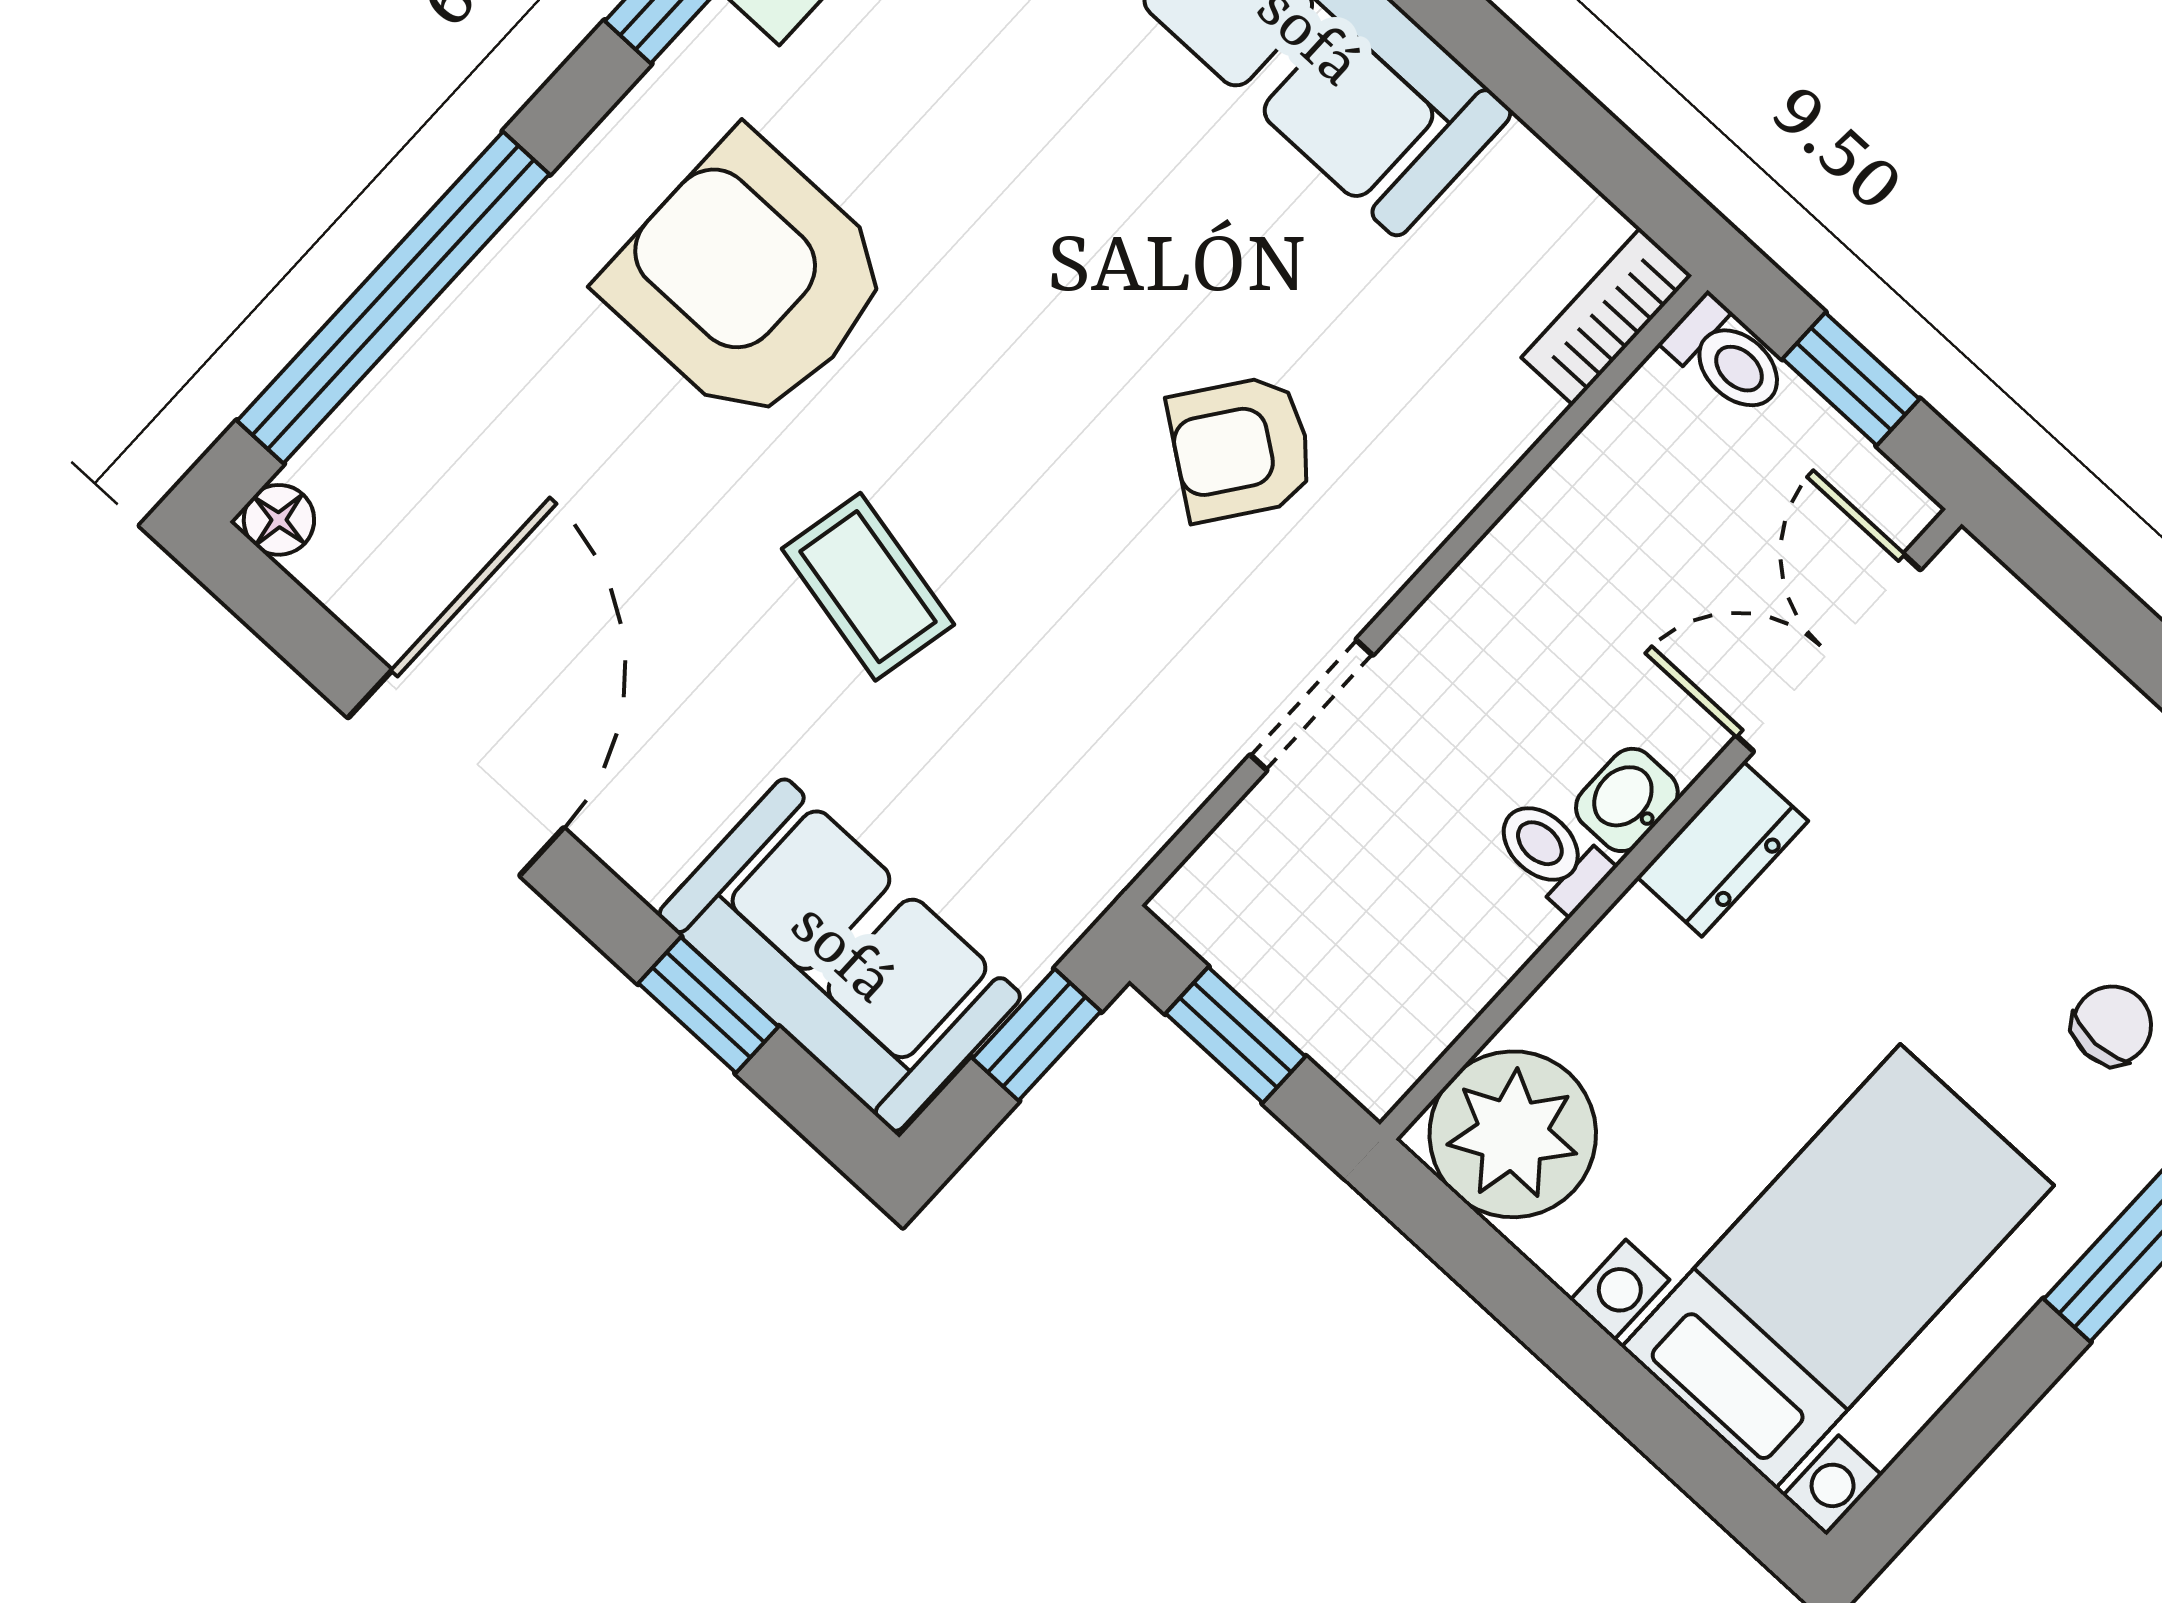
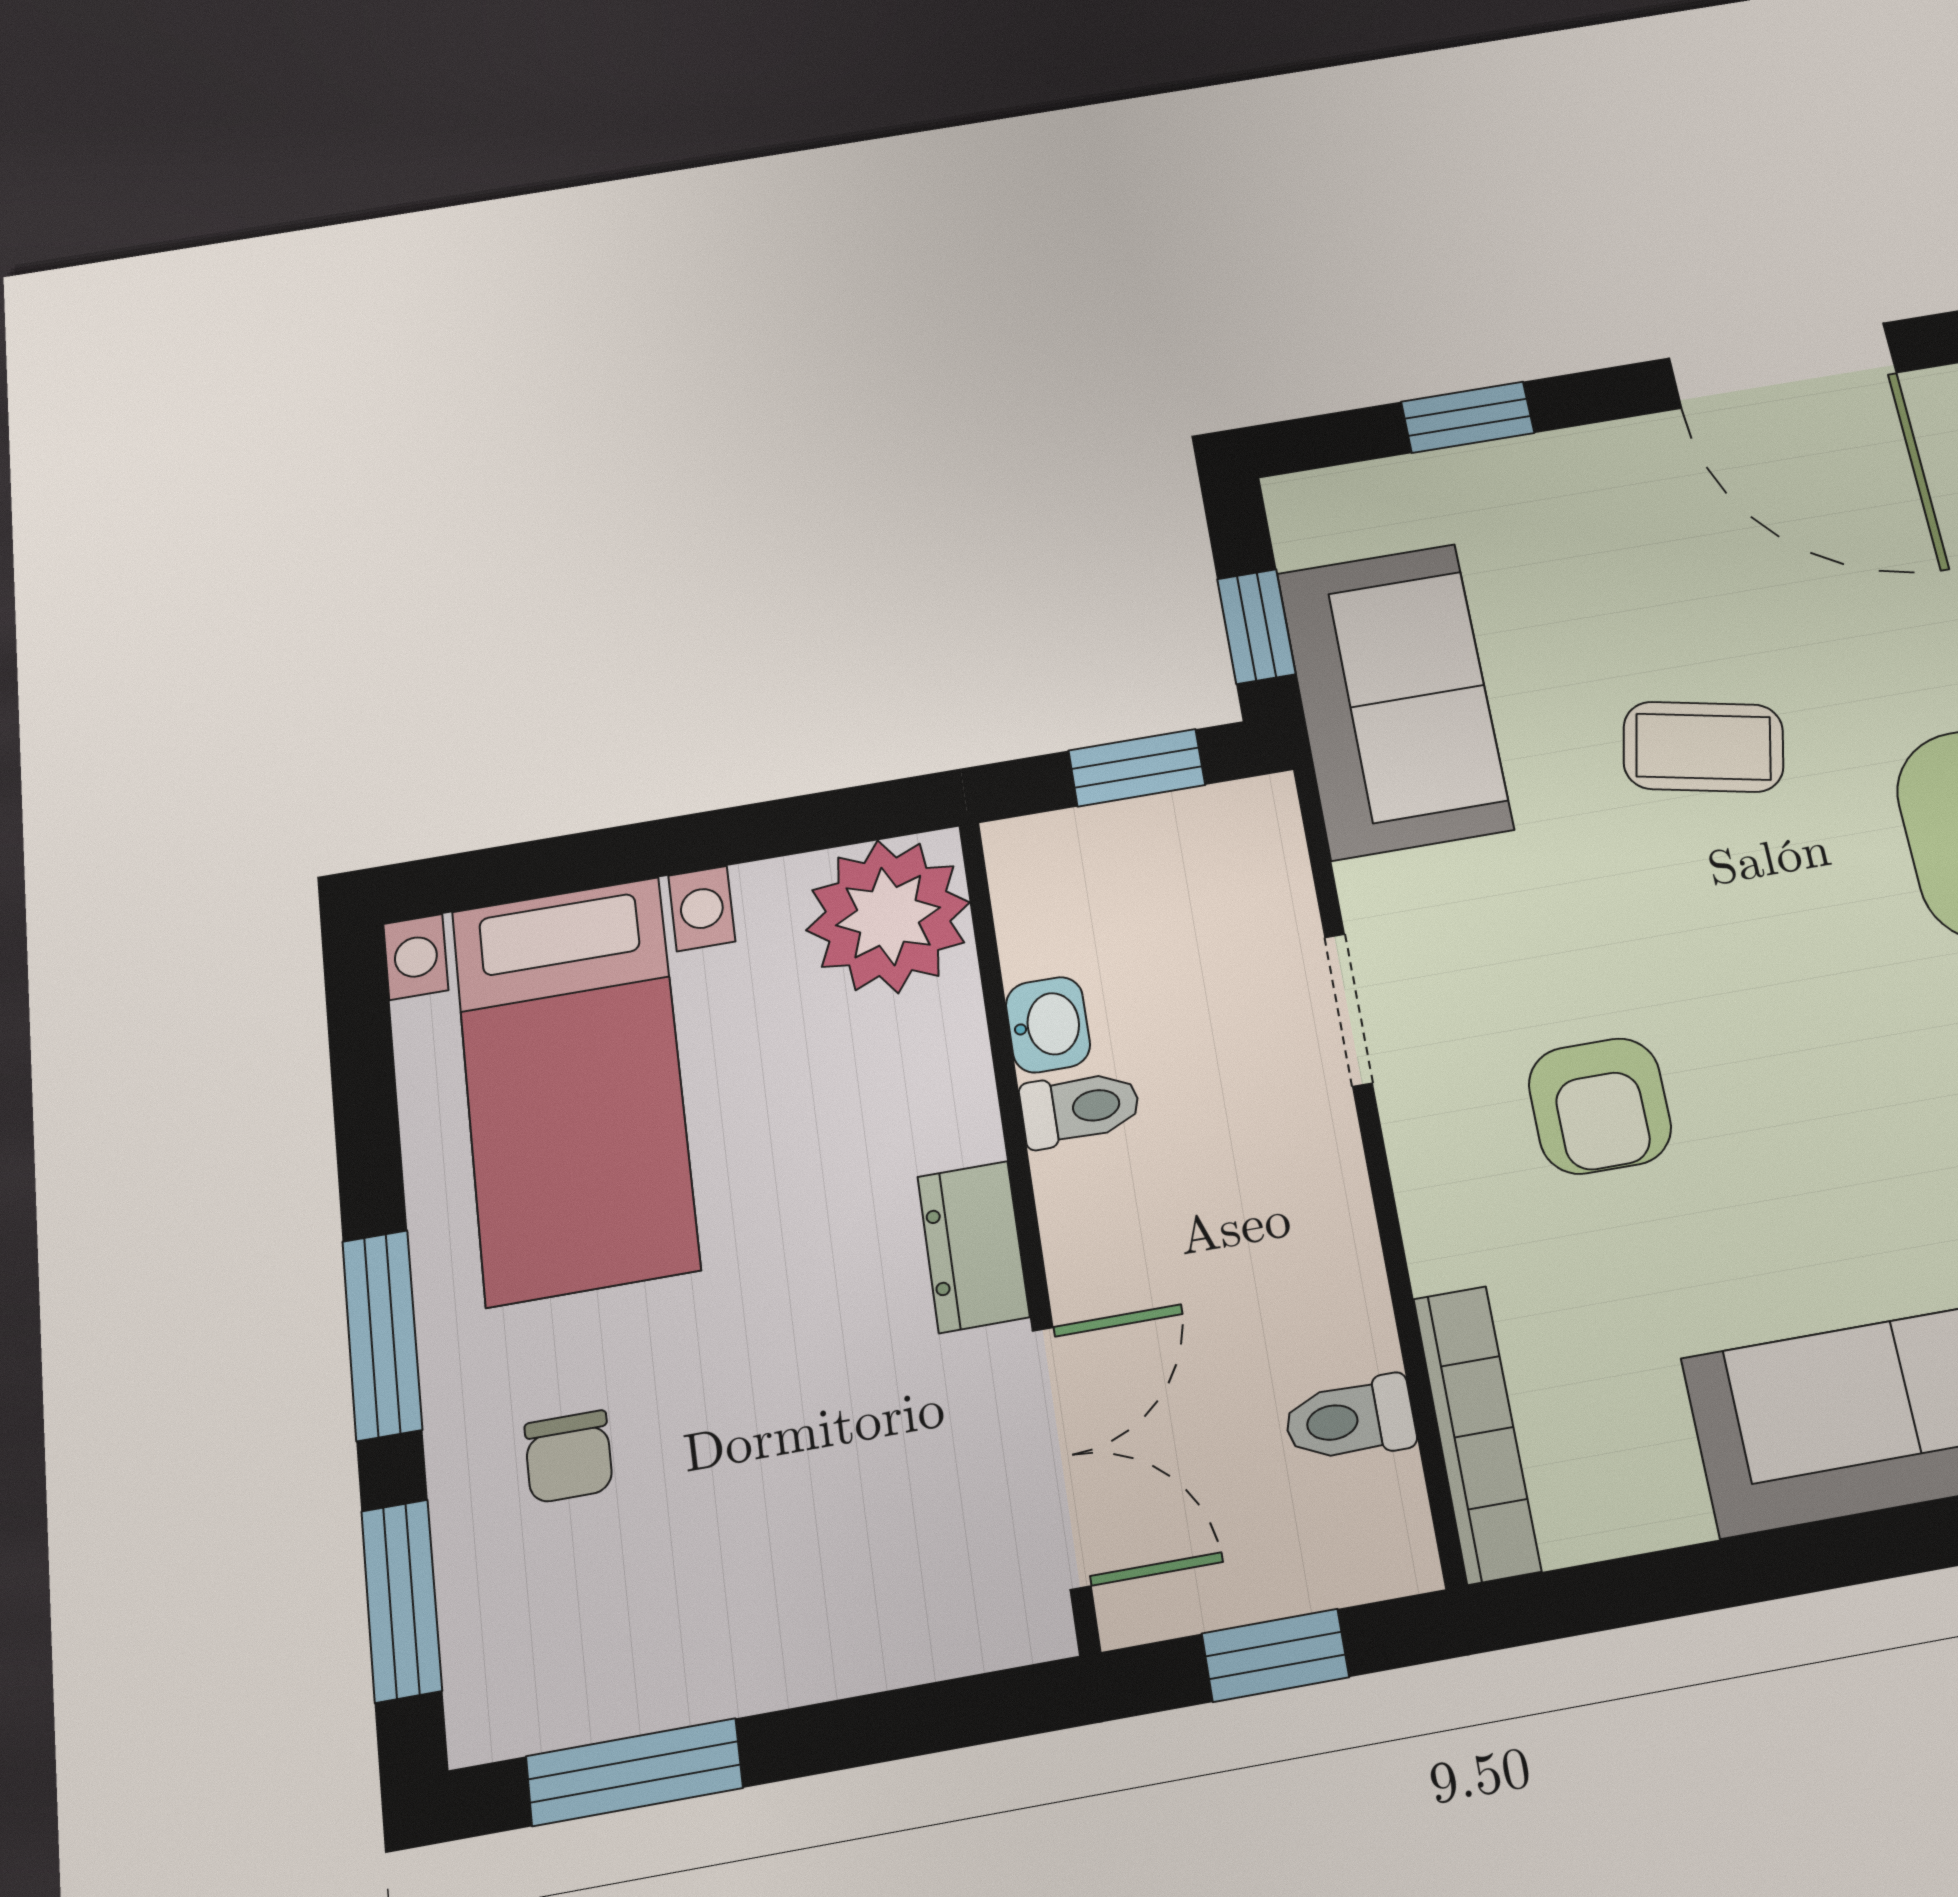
bookcase: (1607, 317) -> (1477, 1433), width x1.56
toilet: (1727, 357) -> (1350, 1419), moved
armchair: (1241, 448) -> (1600, 1106), turned 144
washbasin: (1627, 800) -> (1048, 1025), moved
sofa: (840, 955) -> (1394, 700), moved, turned -90

